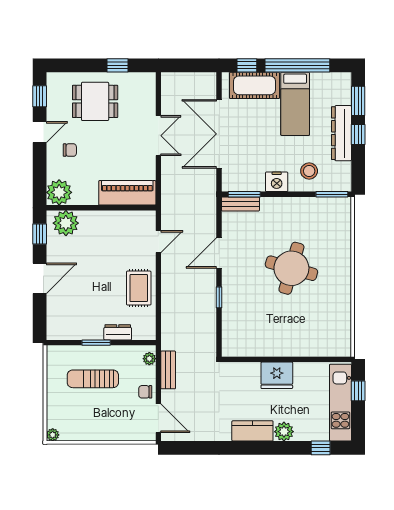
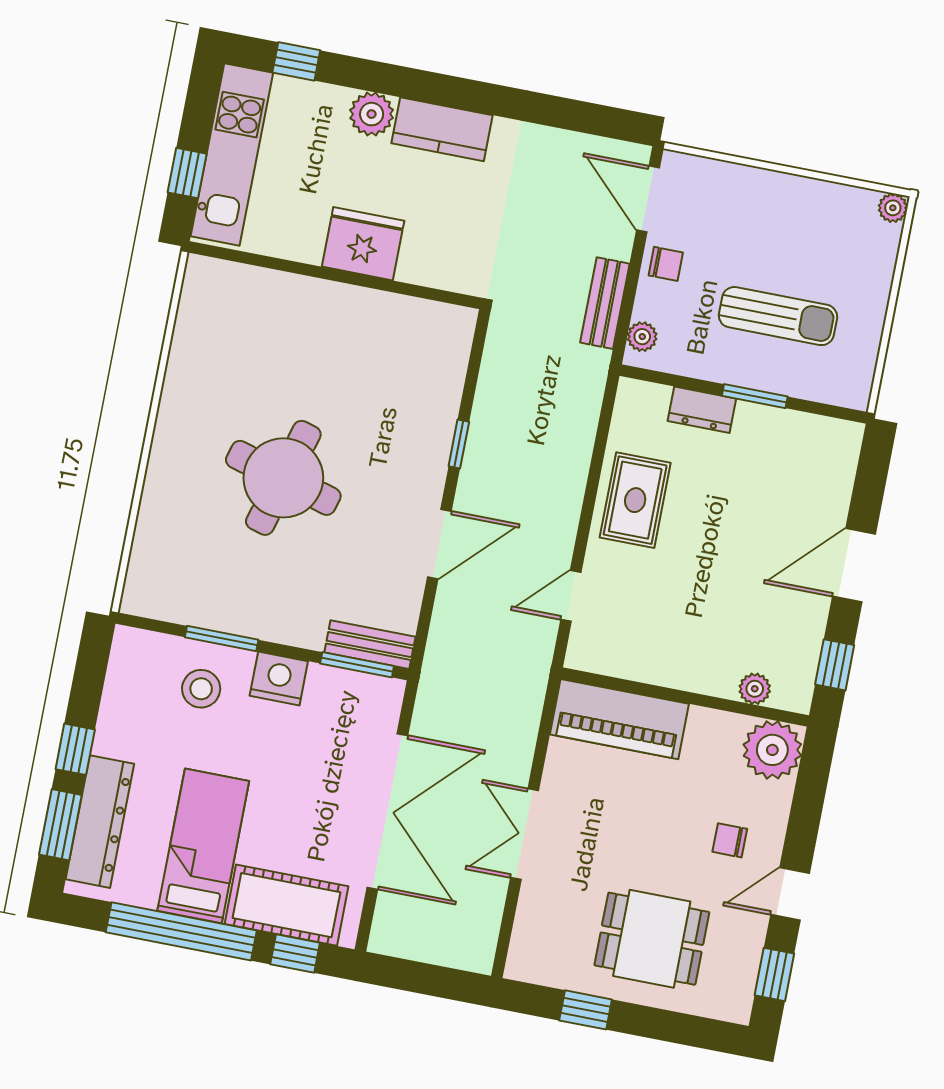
dresser: (341, 133) -> (100, 822), moved
window: (332, 194) -> (222, 638), moved
plant: (66, 223) -> (755, 689), width x0.53, depth x0.53

